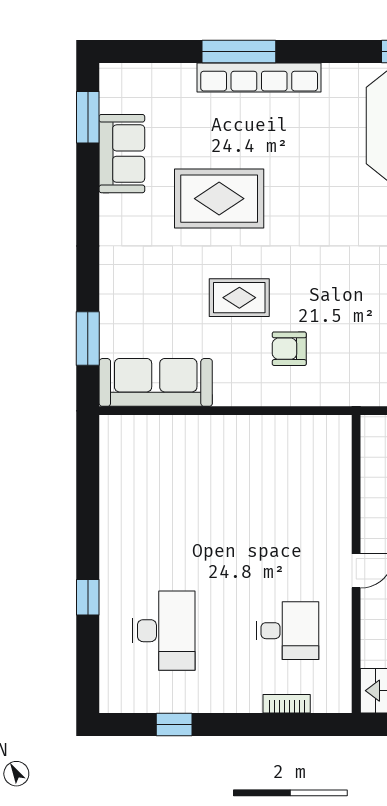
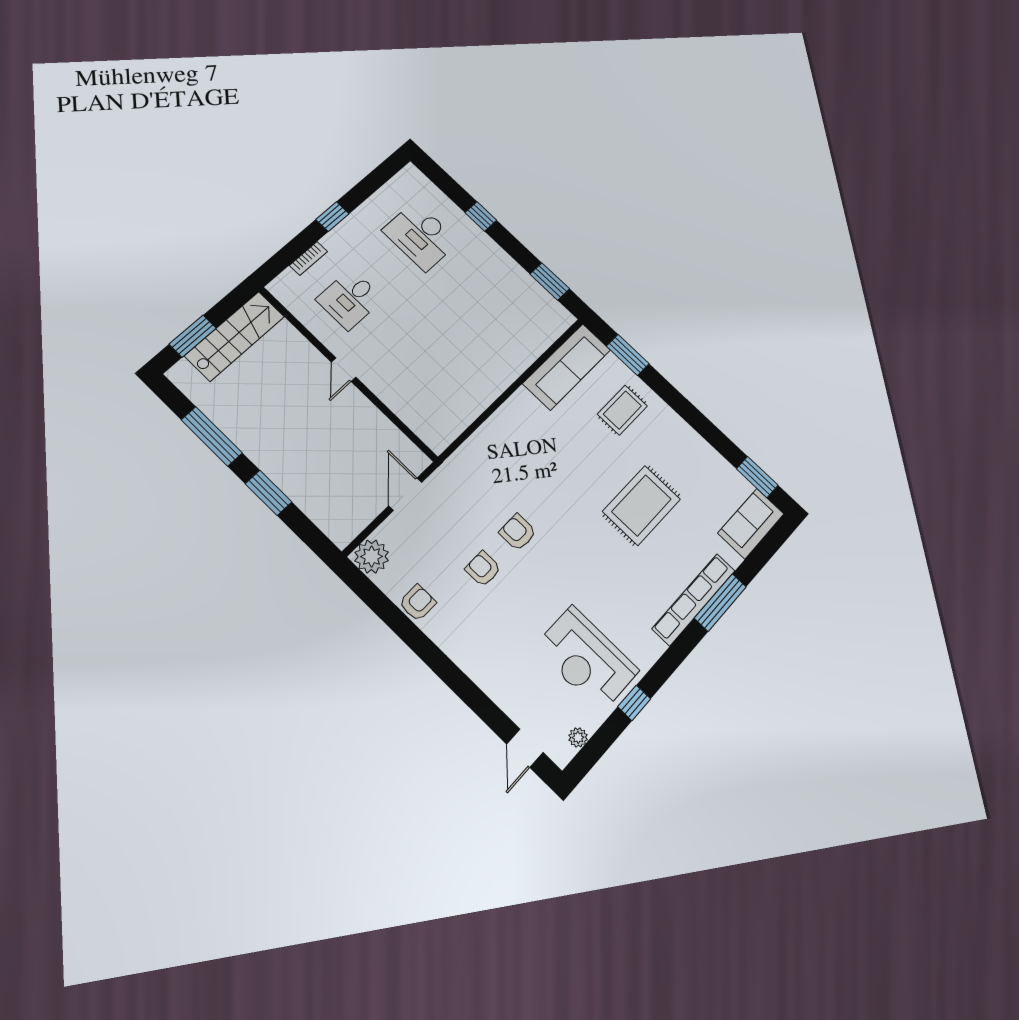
sofa: (122, 154) -> (751, 523), moved, turned 90
rug: (239, 298) -> (622, 410), moved
armchair: (289, 349) -> (518, 532), moved, turned -90
window: (88, 475) -> (550, 281), added
window: (174, 724) -> (332, 217), moved

